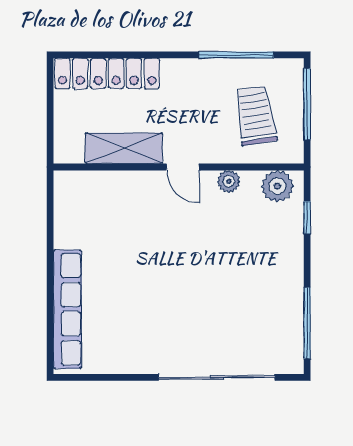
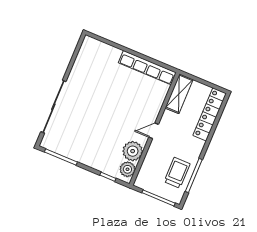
trolley: (256, 116) -> (177, 173), moved, turned -81
shelving: (124, 148) -> (179, 94), moved
plant: (229, 181) -> (133, 151), width x1.88, depth x1.88
row of seats: (68, 309) -> (147, 68), moved

